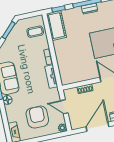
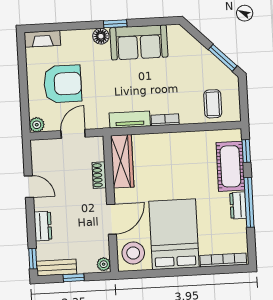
cot: (56, 26) -> (230, 166), moved, turned 90
wardrobe: (75, 77) -> (122, 161), added
door: (98, 127) -> (29, 187), width x0.53

